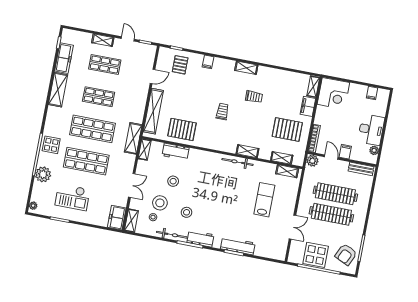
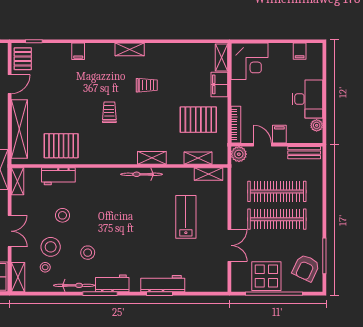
pallet: (180, 65) -> (23, 59), moved

